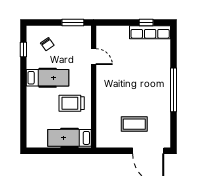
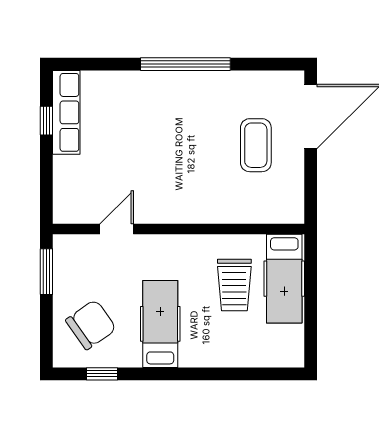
chair: (47, 44) -> (91, 325), width x1.87, depth x1.87
trolley: (72, 103) -> (234, 285), moved

